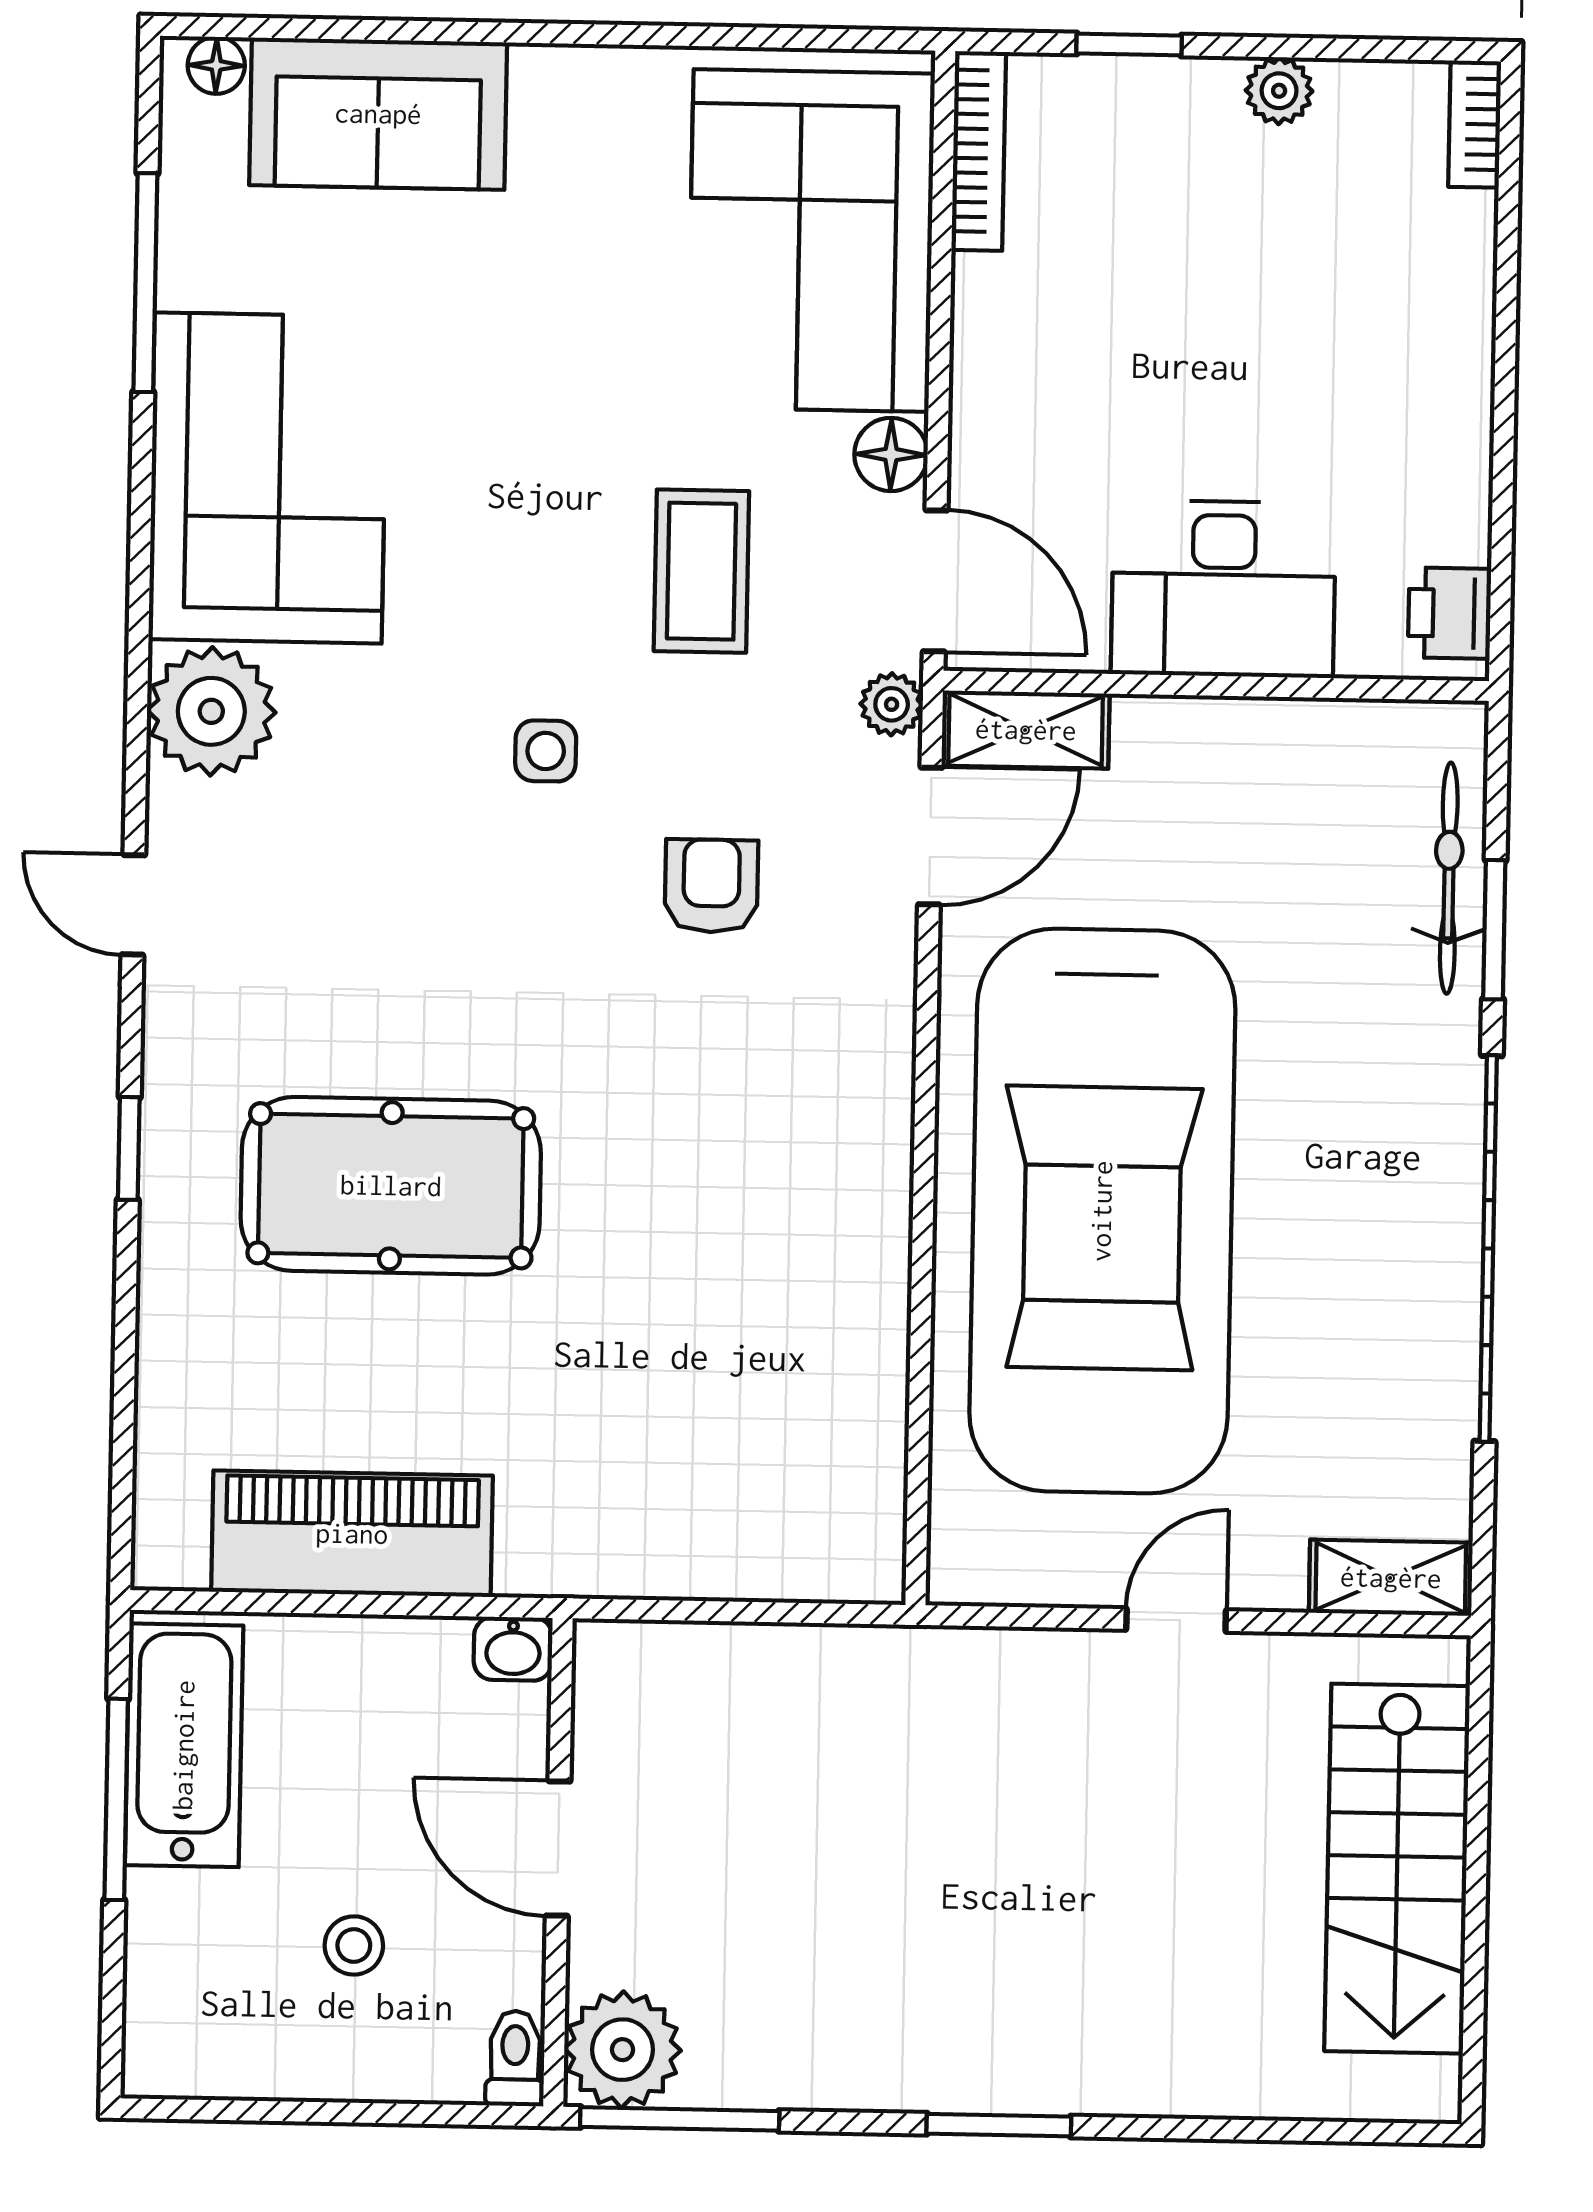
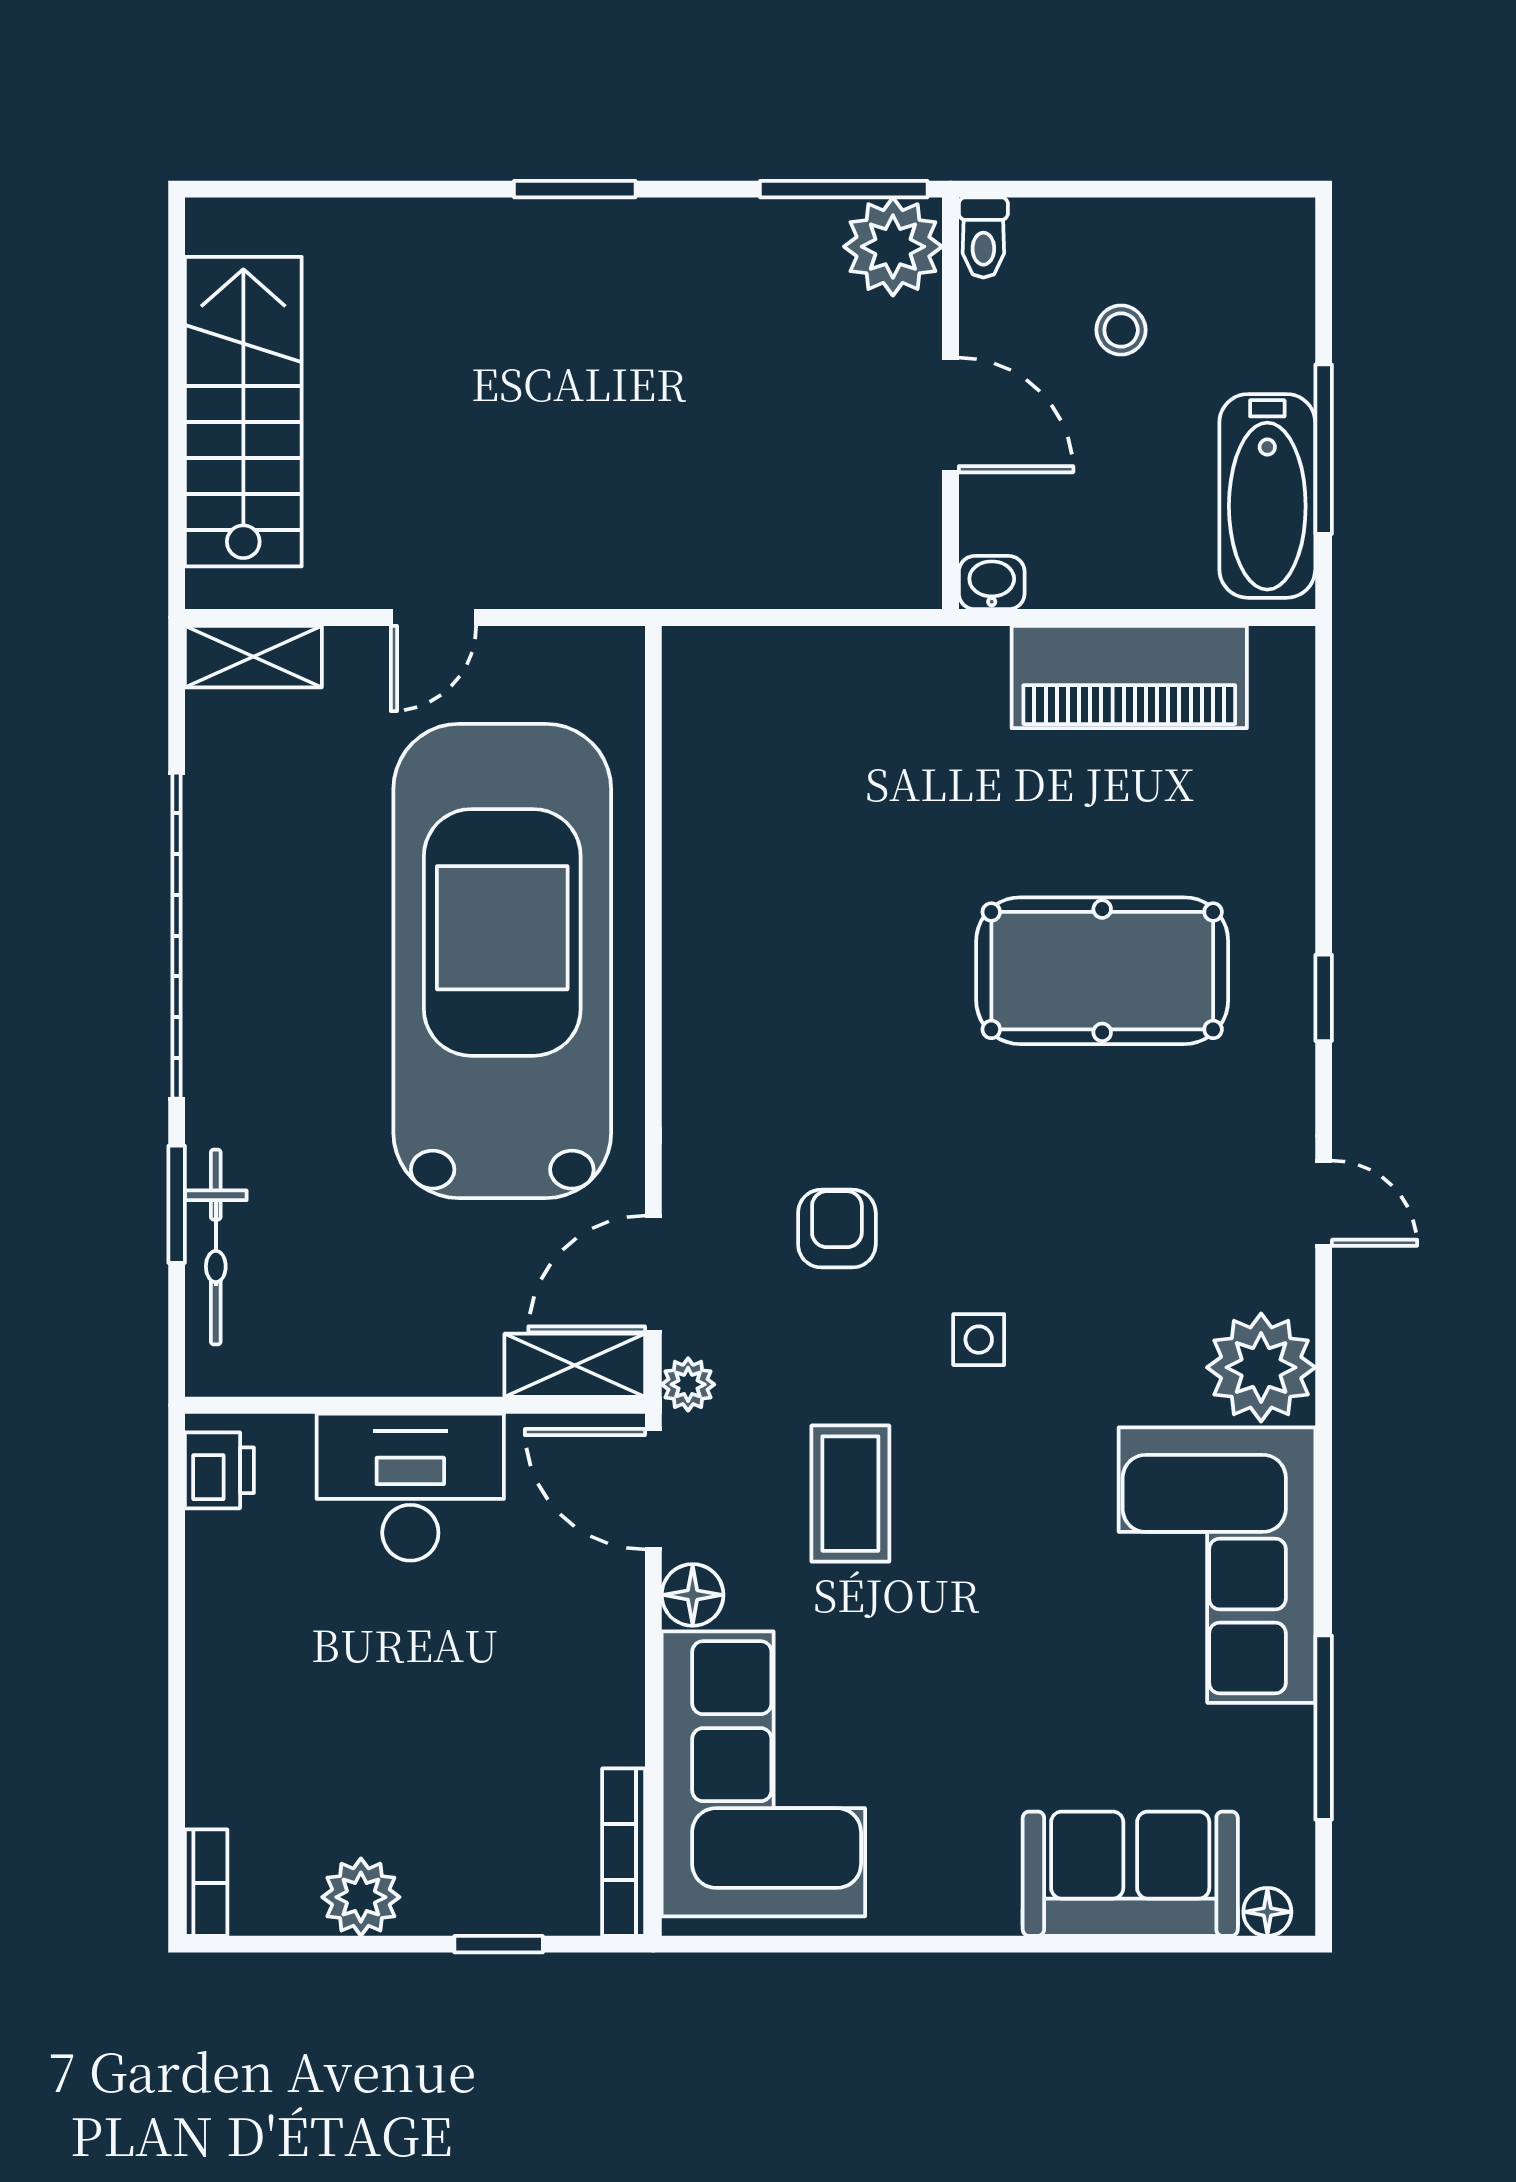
plant: (1279, 91) -> (361, 1897), width x1.38, depth x1.38
armchair: (711, 886) -> (837, 1229), turned 180

